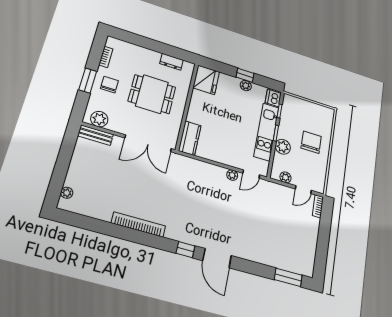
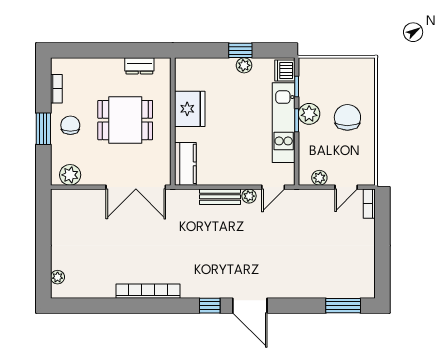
fridge: (206, 80) -> (190, 109), moved
bench: (96, 135) -> (220, 197), moved
plant: (283, 147) -> (309, 114), moved

